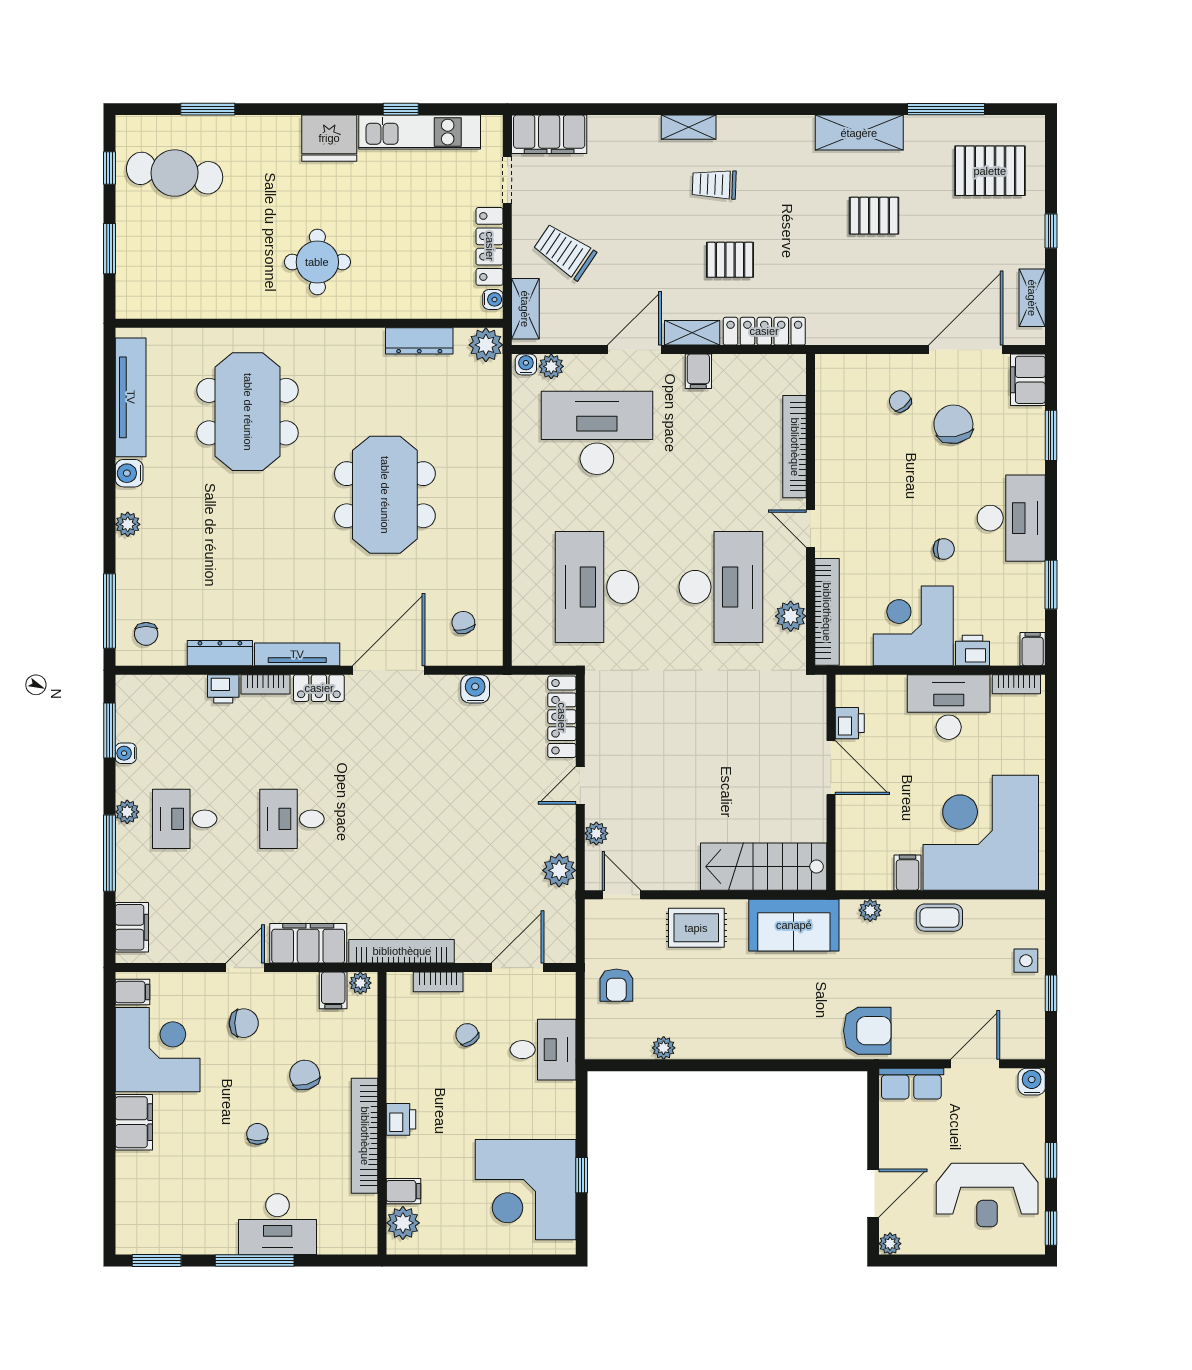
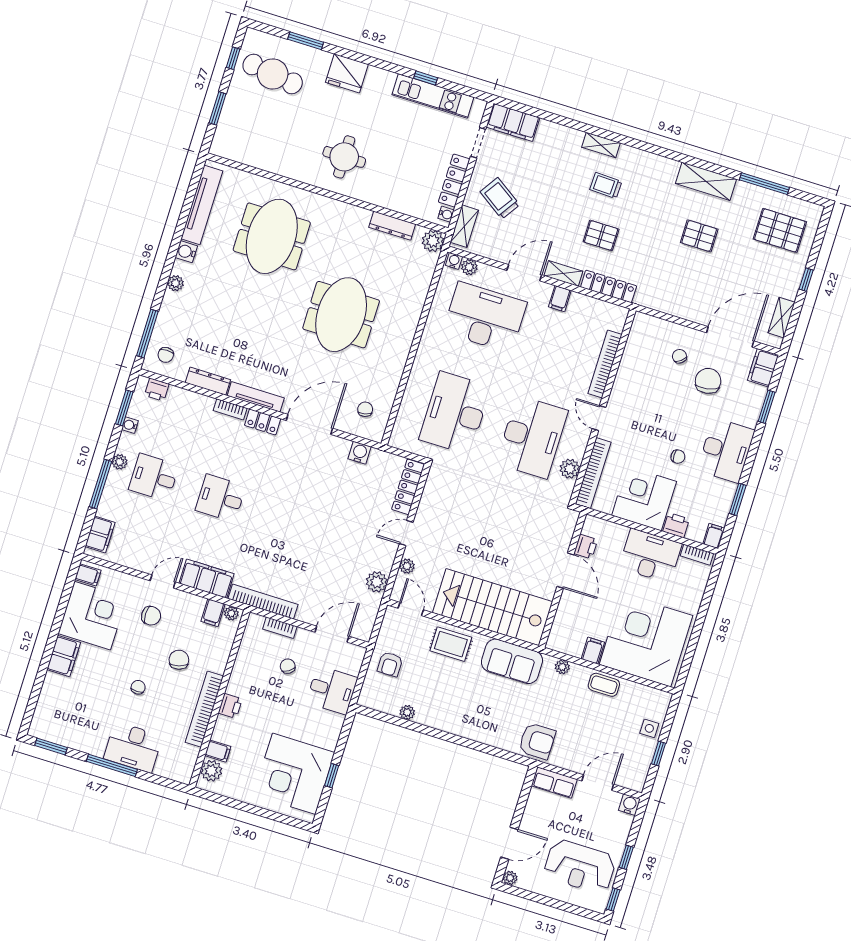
fridge: (329, 138) -> (347, 73), moved
printer: (223, 689) -> (157, 390), moved
stairs: (764, 867) -> (493, 607), width x1.36, depth x1.51

